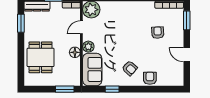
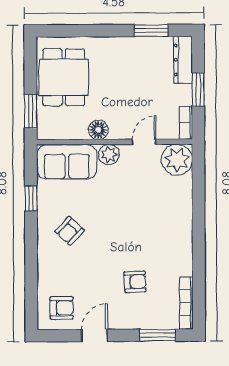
door: (81, 27) -> (144, 142), hinge flipped
dining table: (41, 57) -> (64, 77), moved, turned 90
armchair: (150, 78) -> (62, 308), moved

